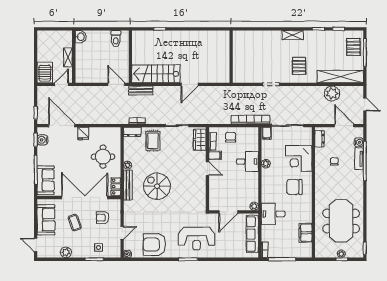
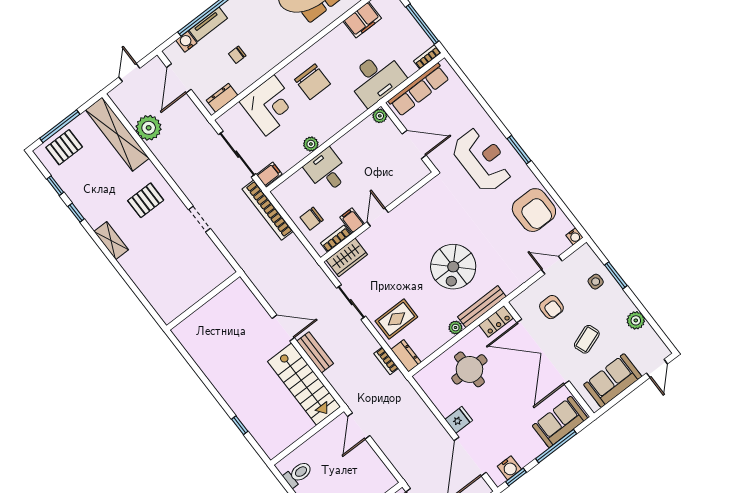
bench: (141, 91) -> (315, 352), moved
desk: (273, 214) -> (376, 78), width x1.37

